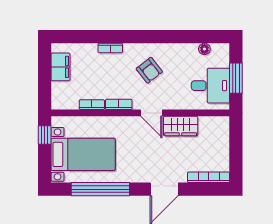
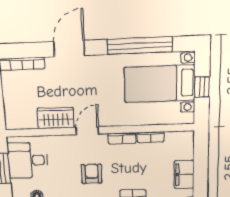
armchair: (149, 70) -> (92, 174), turned 38
door: (151, 113) -> (87, 131), hinge flipped
window: (45, 135) -> (202, 87), moved

